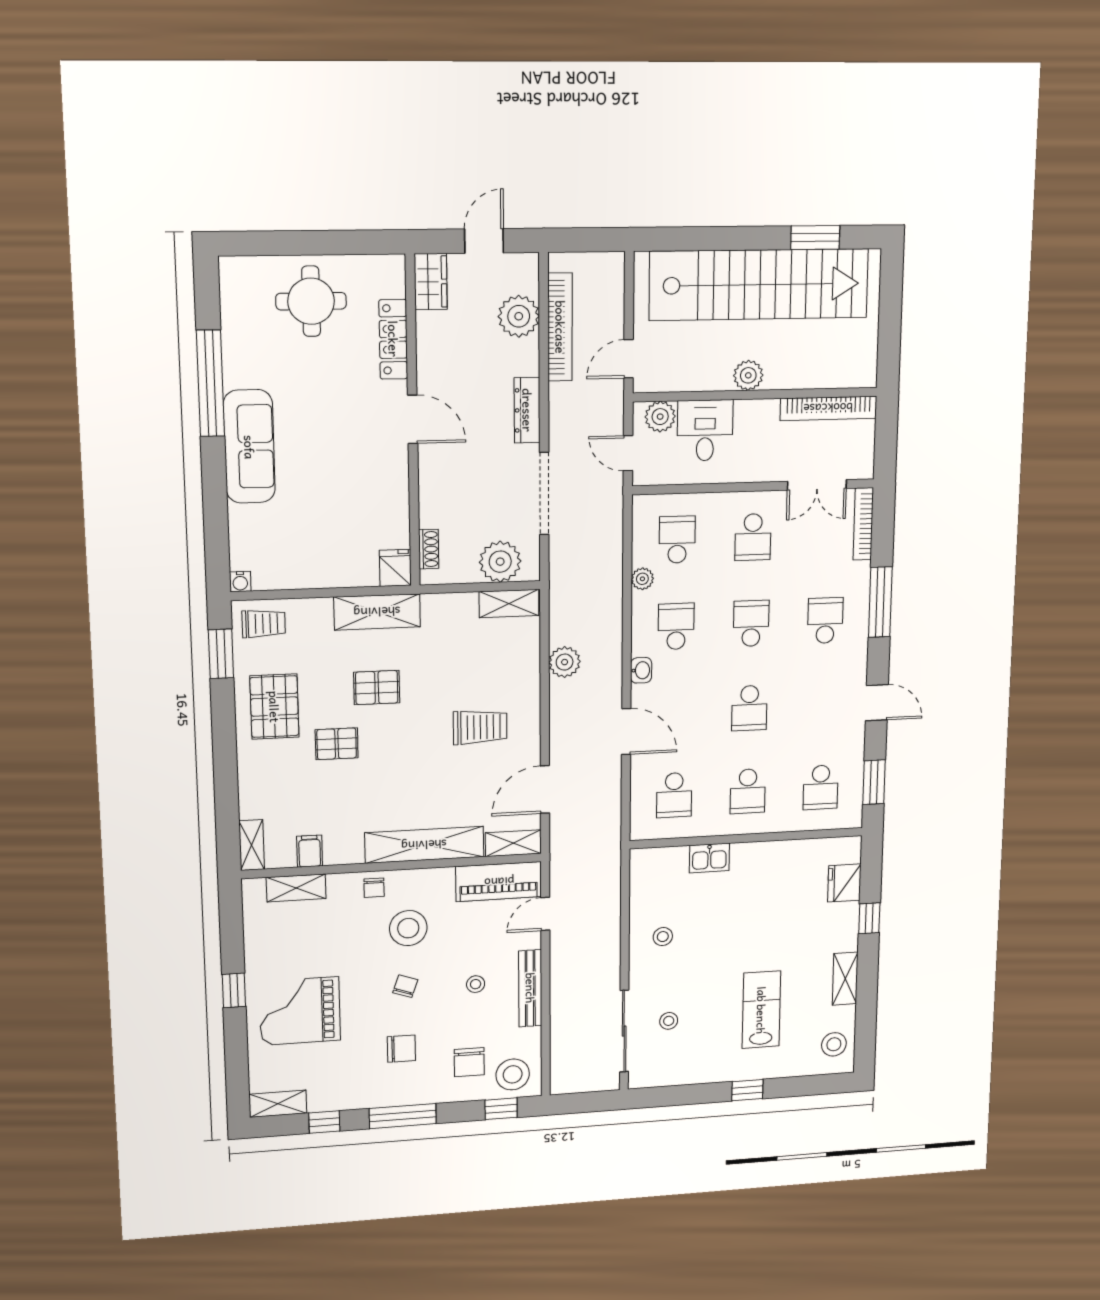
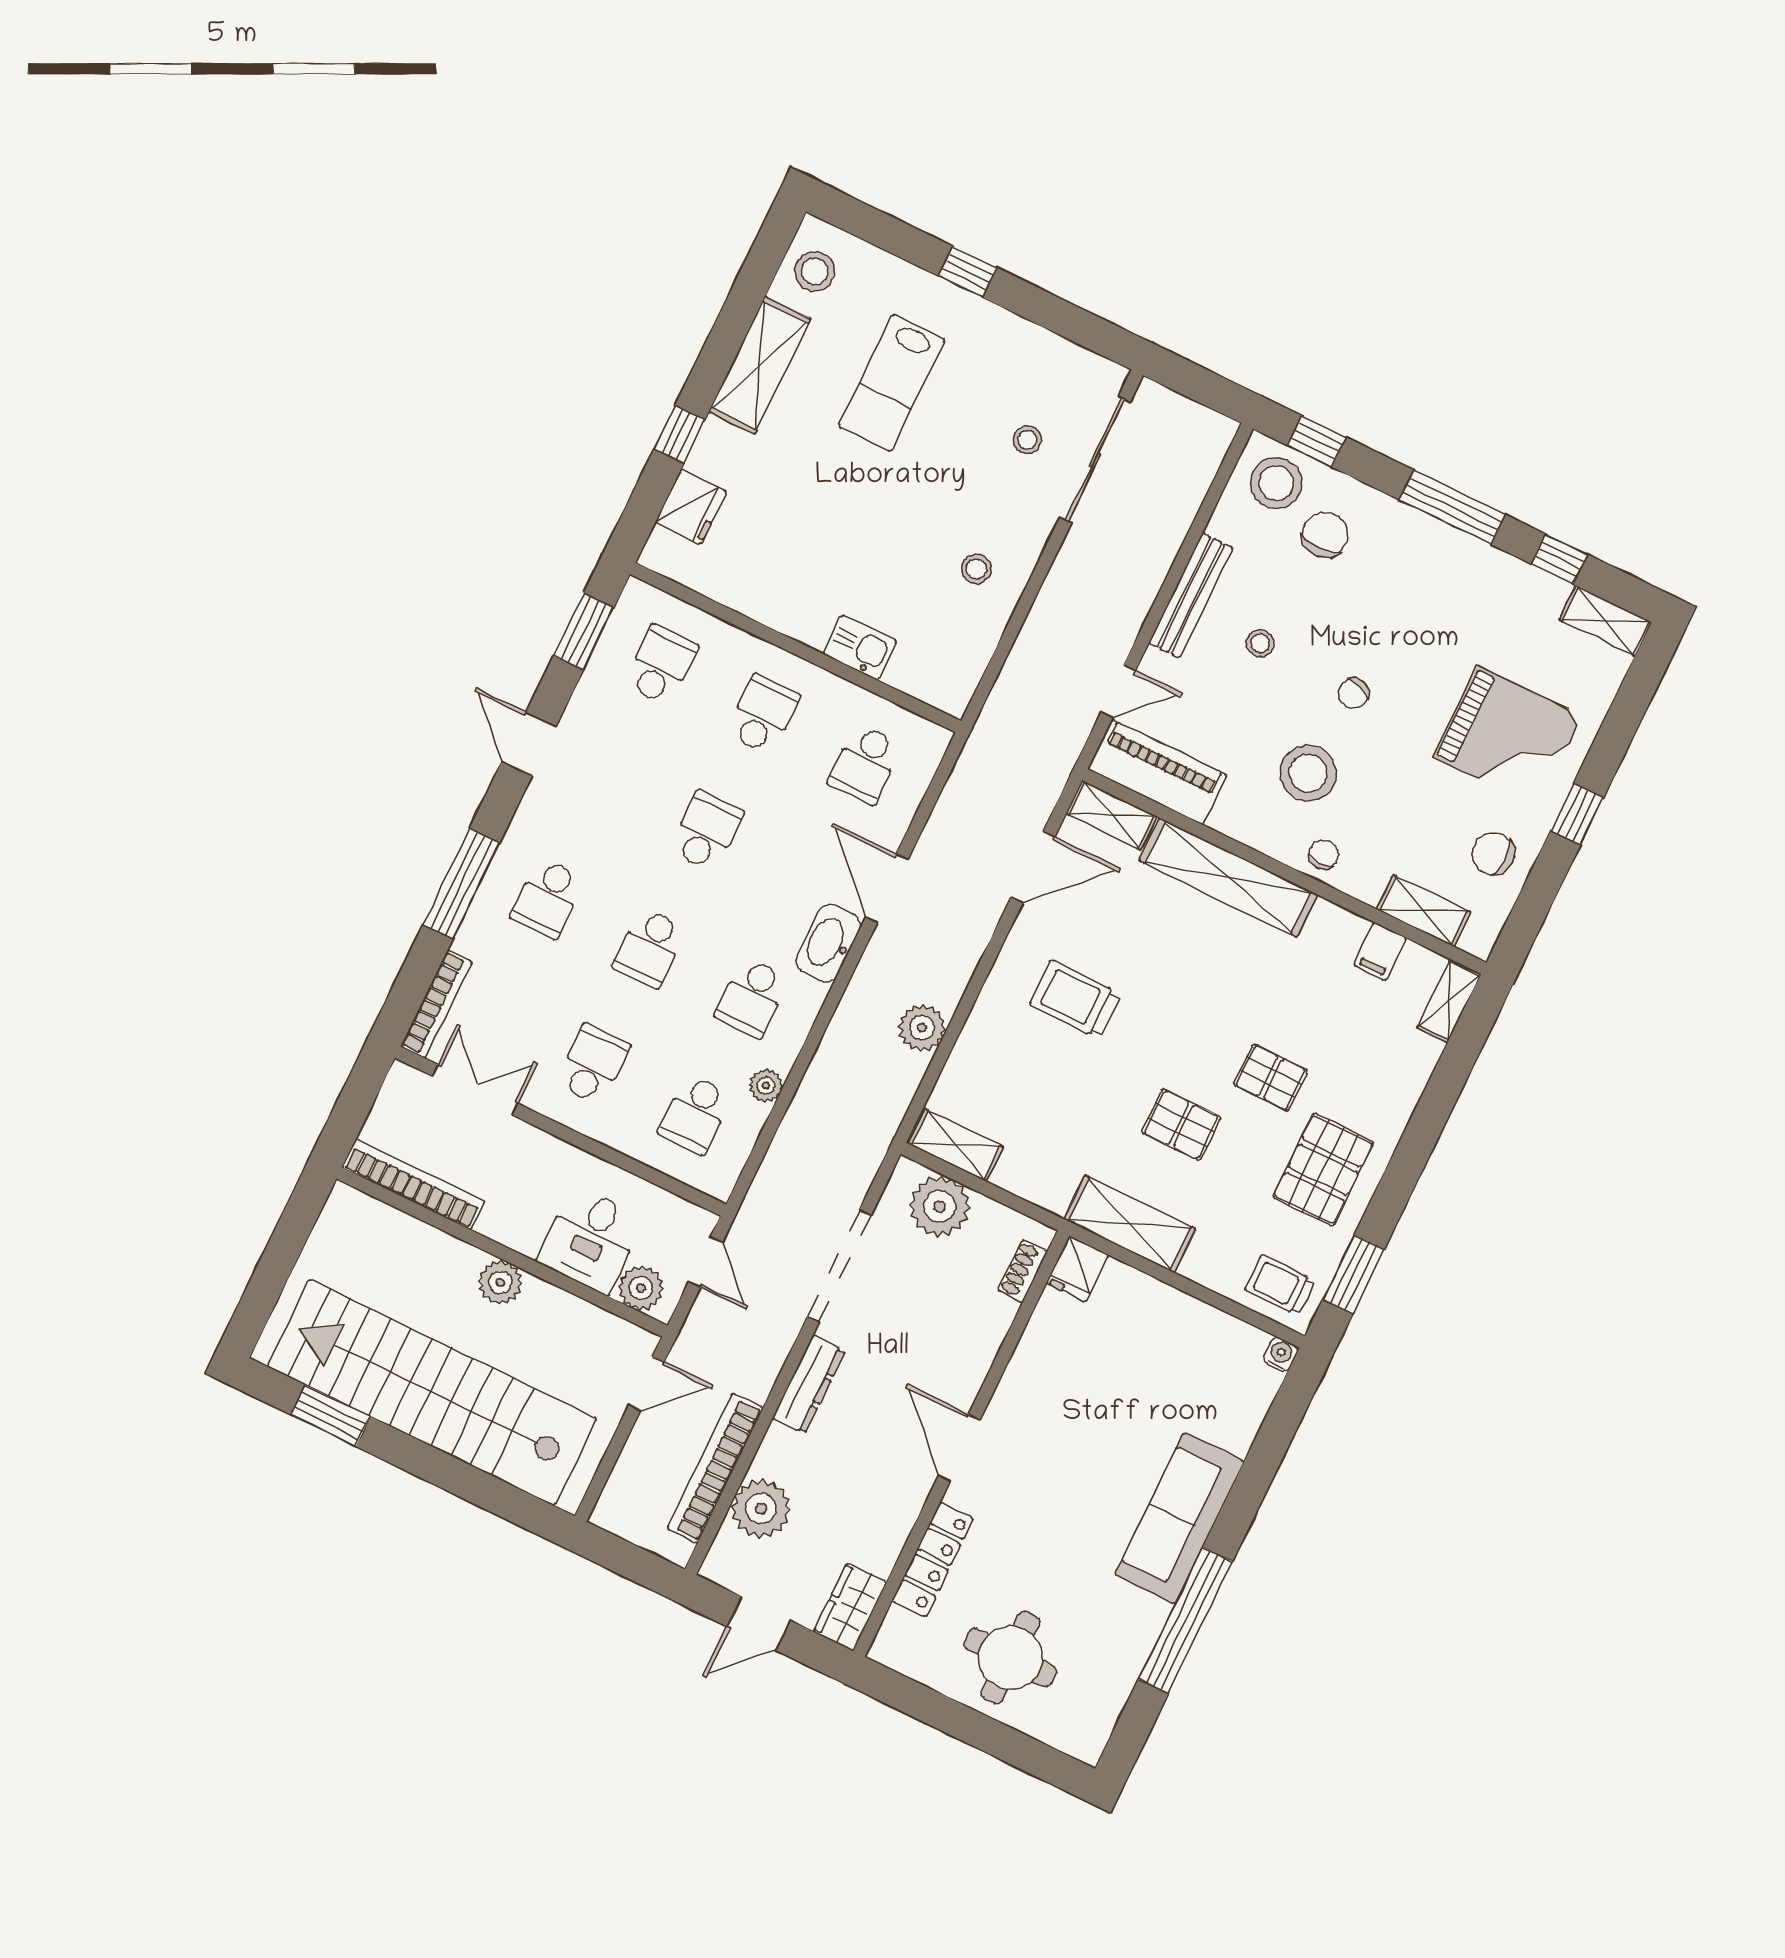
washbasin: (641, 670) -> (828, 943), width x1.91, depth x1.45
school desk: (674, 795) -> (865, 764), turned 180
shelving: (845, 979) -> (760, 365), width x1.50, depth x1.33
chair: (401, 1049) -> (1493, 854), moved

